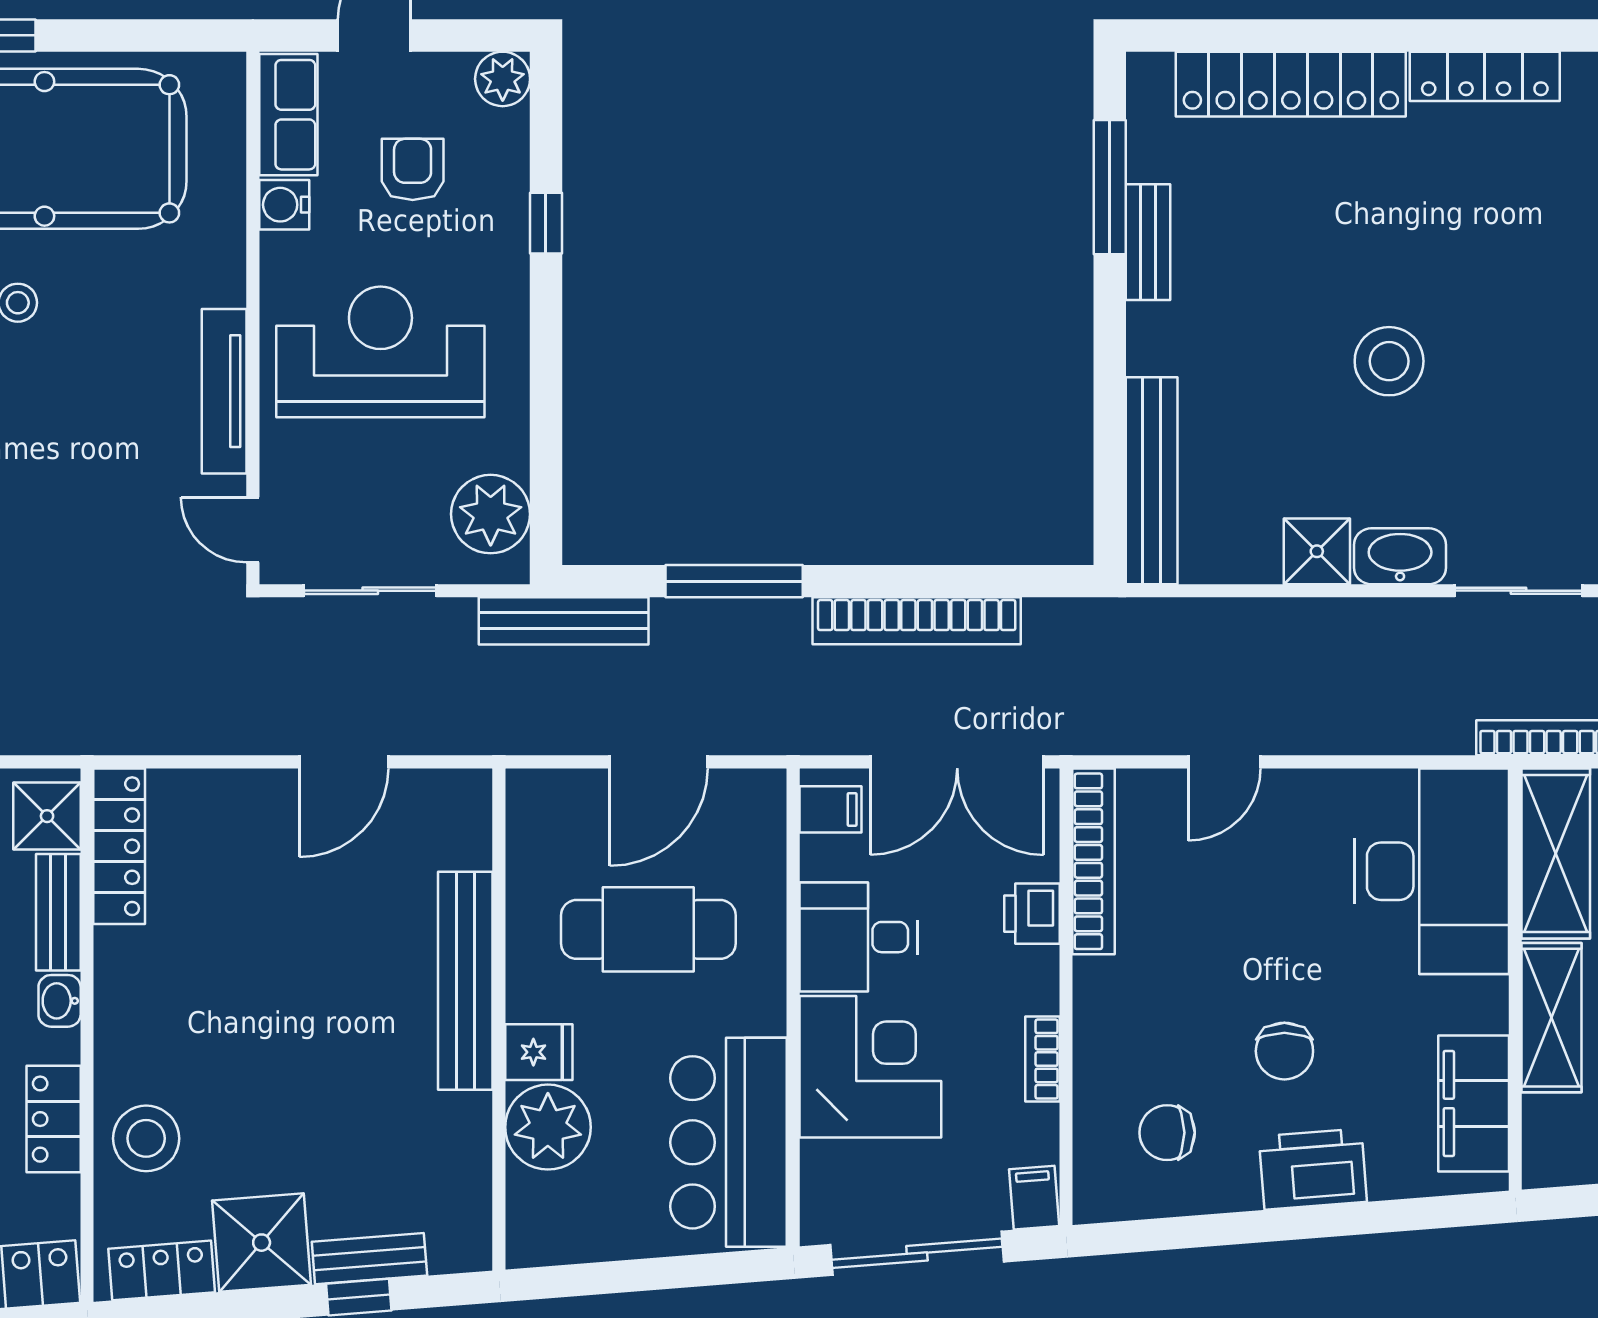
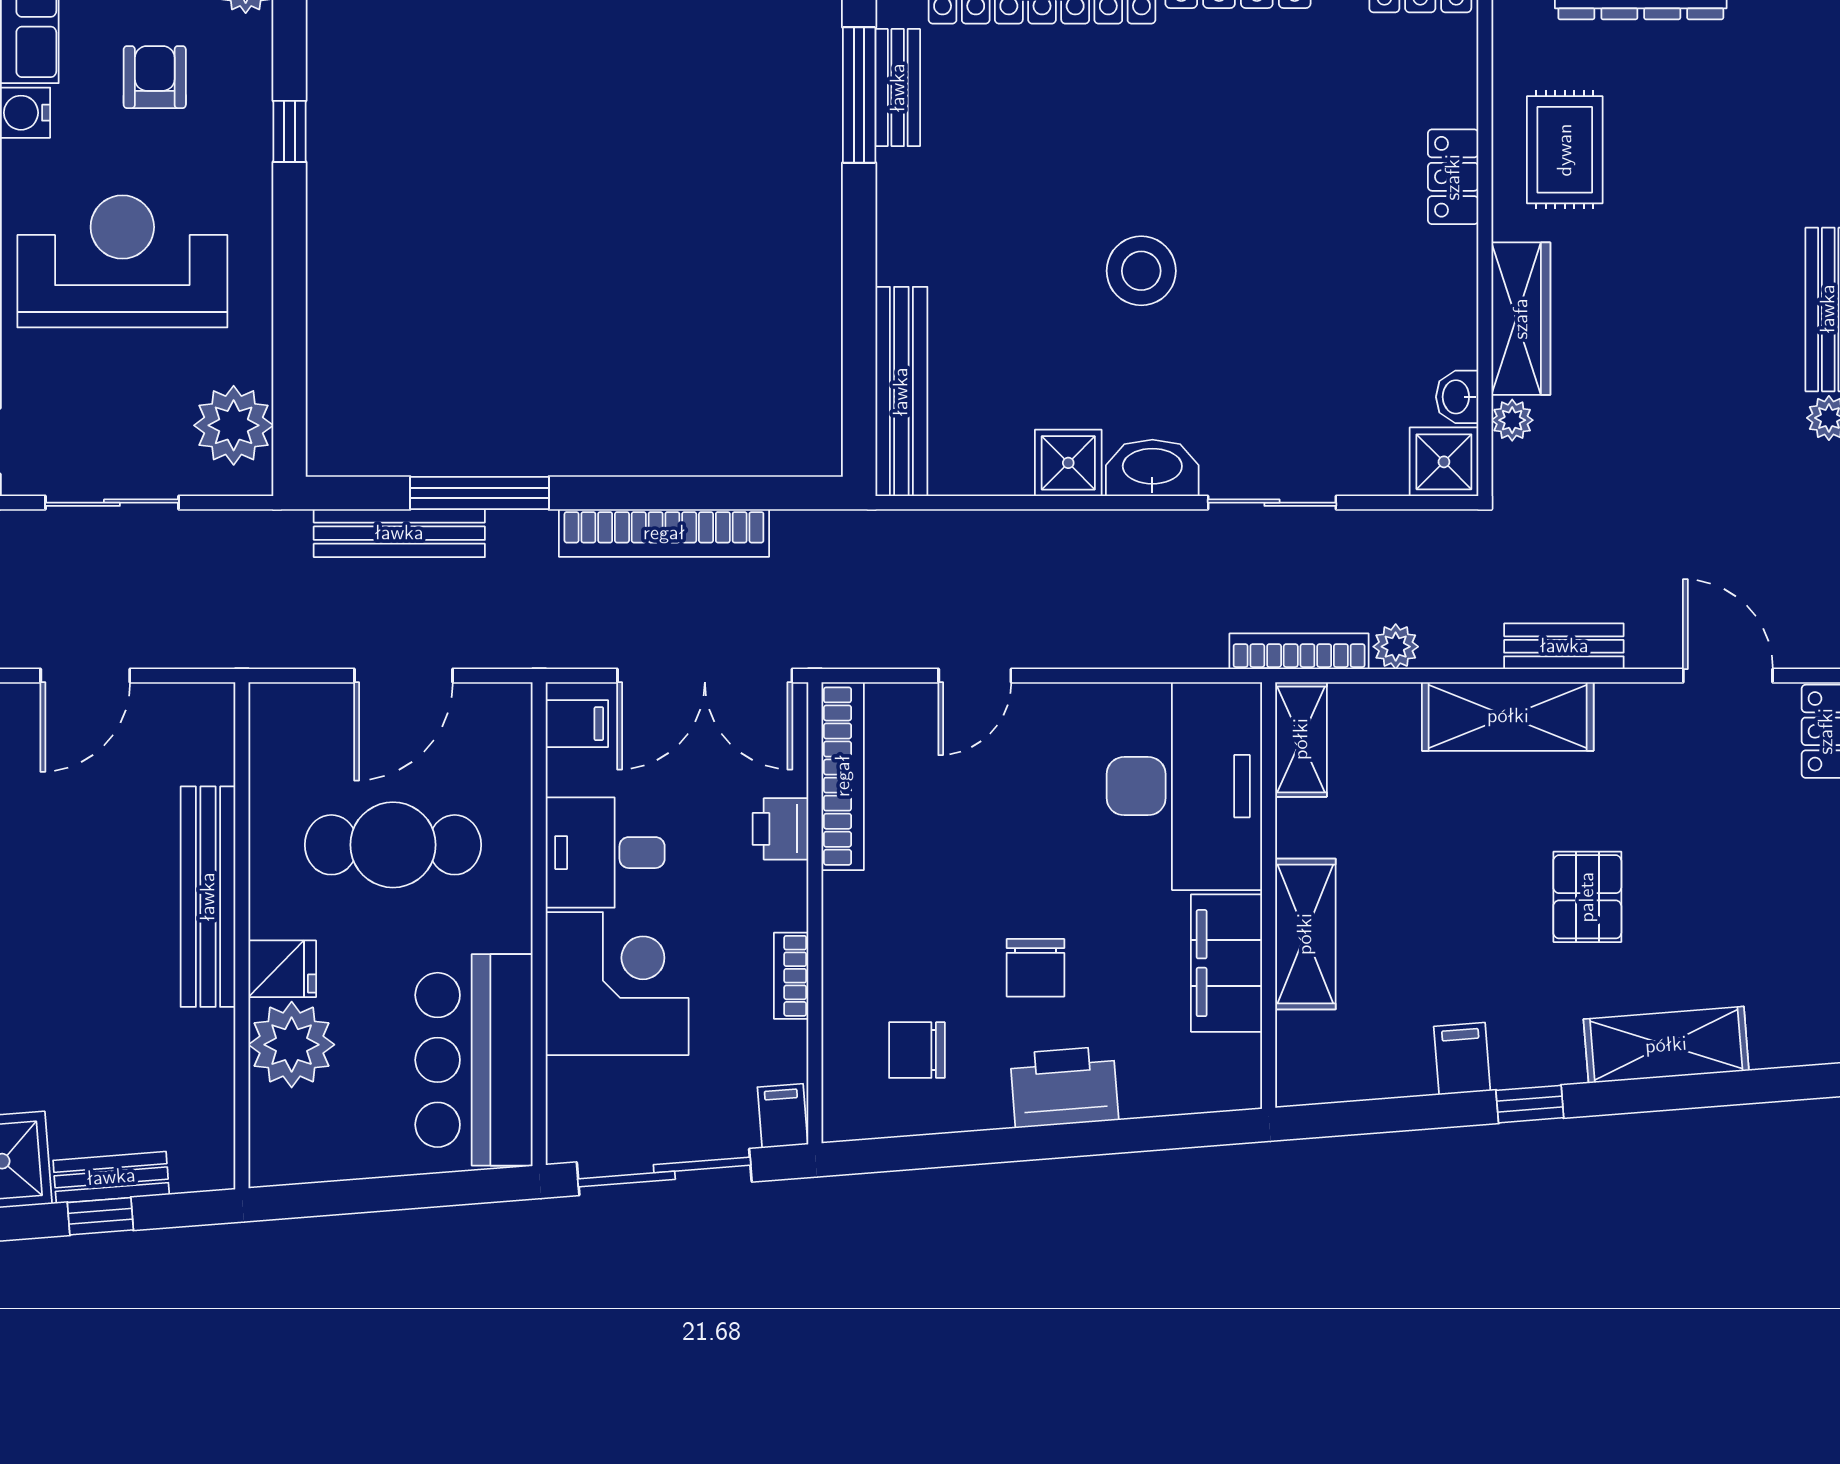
bench: (1148, 242) -> (898, 88), moved
bench: (564, 621) -> (399, 533), moved
shelving: (1556, 854) -> (1301, 739), width x0.67, depth x0.75
filing cabinet: (1474, 1103) -> (1227, 963), moved

